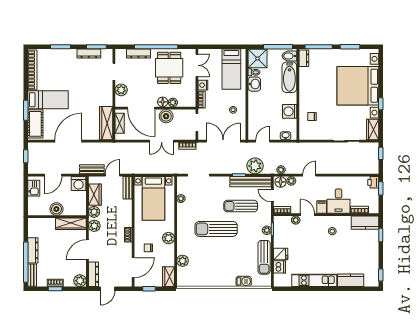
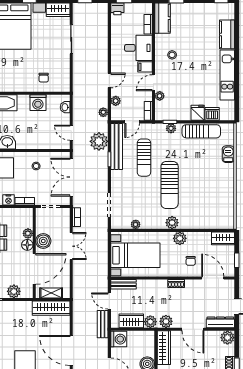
door: (309, 175) -> (109, 80), swing flipped
floor lamp: (281, 182) -> (117, 113), removed
plant: (183, 261) -> (172, 223), moved

